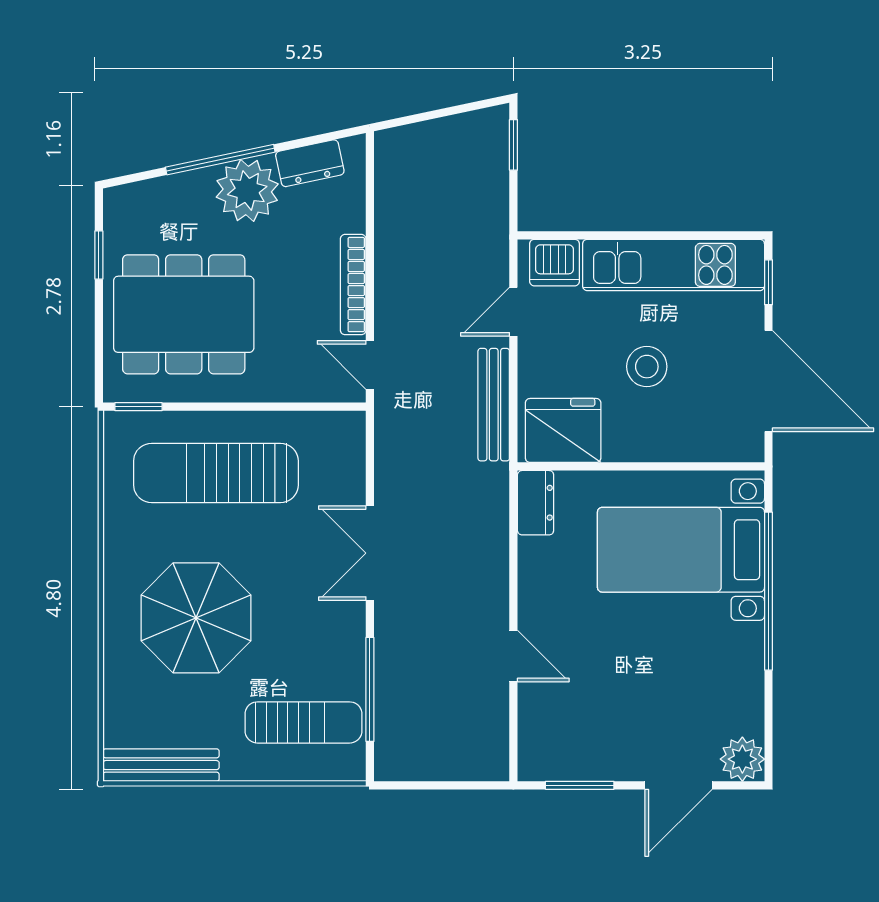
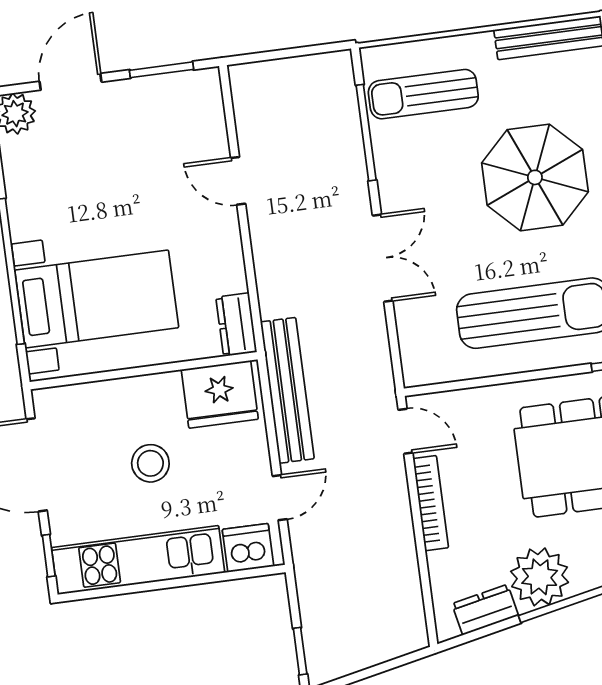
bench: (494, 405) -> (287, 390), width x1.37, depth x1.21

